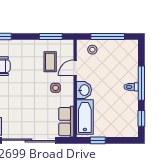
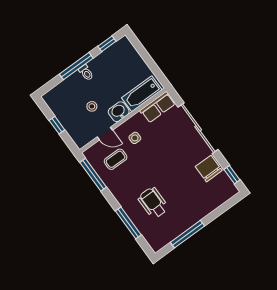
window: (51, 36) -> (93, 175), width x1.44
window: (108, 36) -> (57, 125), width x0.46
stool: (92, 50) -> (92, 106), moved
window: (98, 140) -> (154, 68), removed

